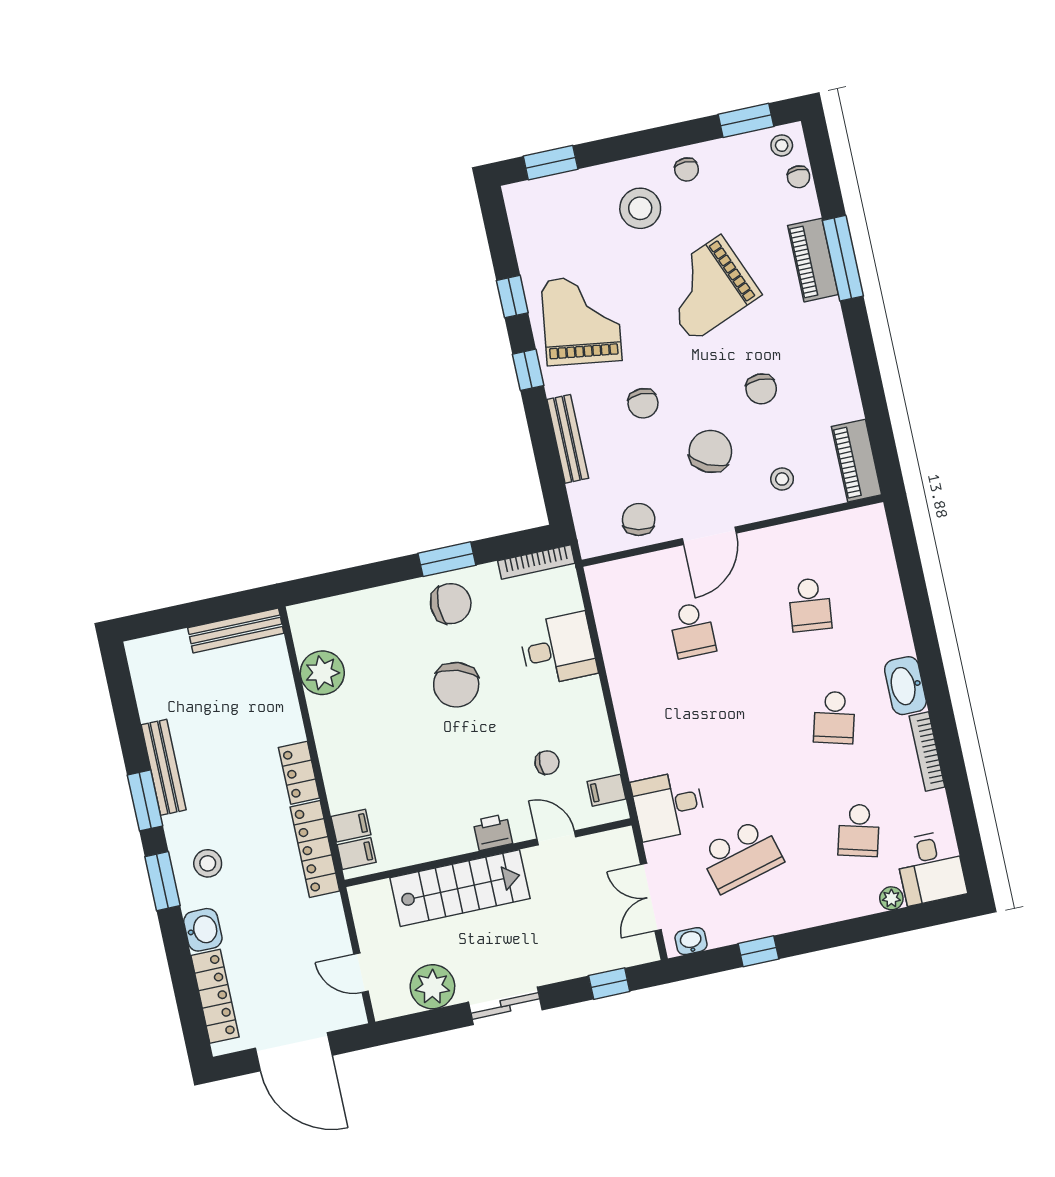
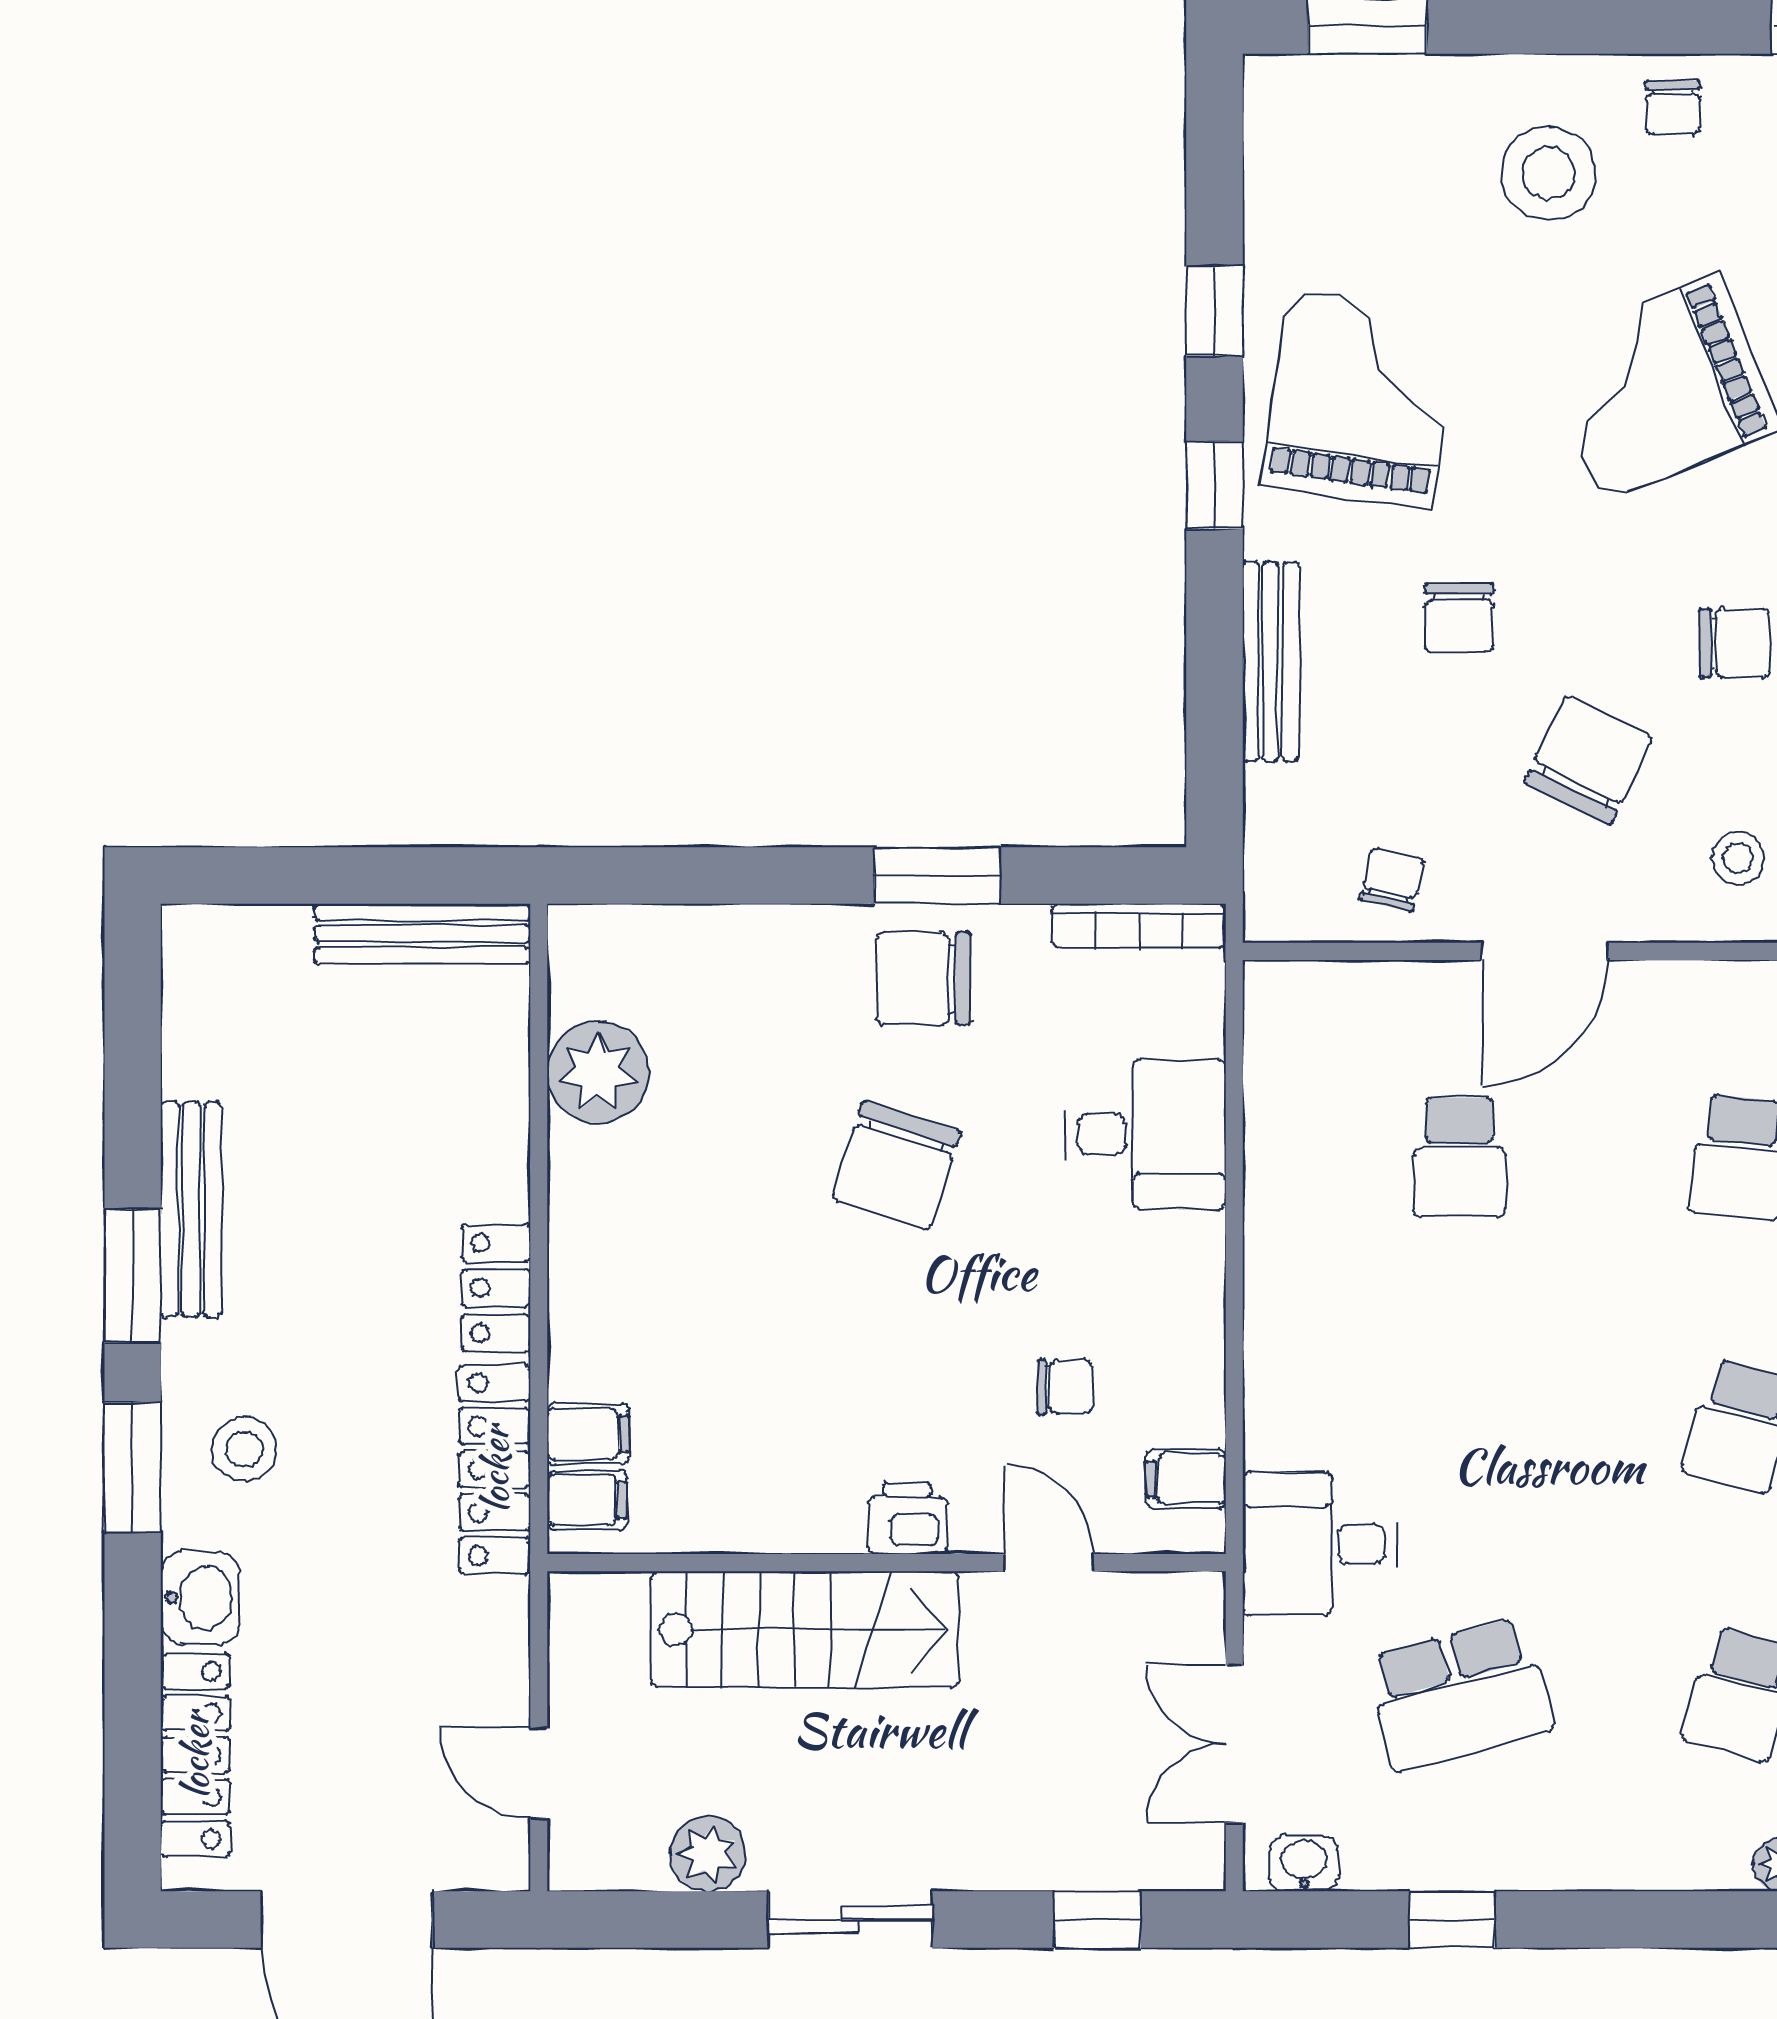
chair: (761, 389) -> (1735, 643), turned -90
chair: (639, 519) -> (1392, 879), width x0.73, depth x0.73
chair: (451, 604) -> (924, 978), turned 180
plant: (432, 987) -> (708, 1854), width x0.73, depth x0.73

